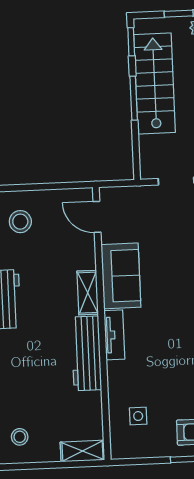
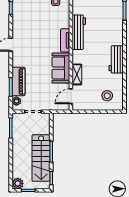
door: (97, 217) -> (71, 96), swing flipped
shelving: (88, 293) -> (77, 74), moved

